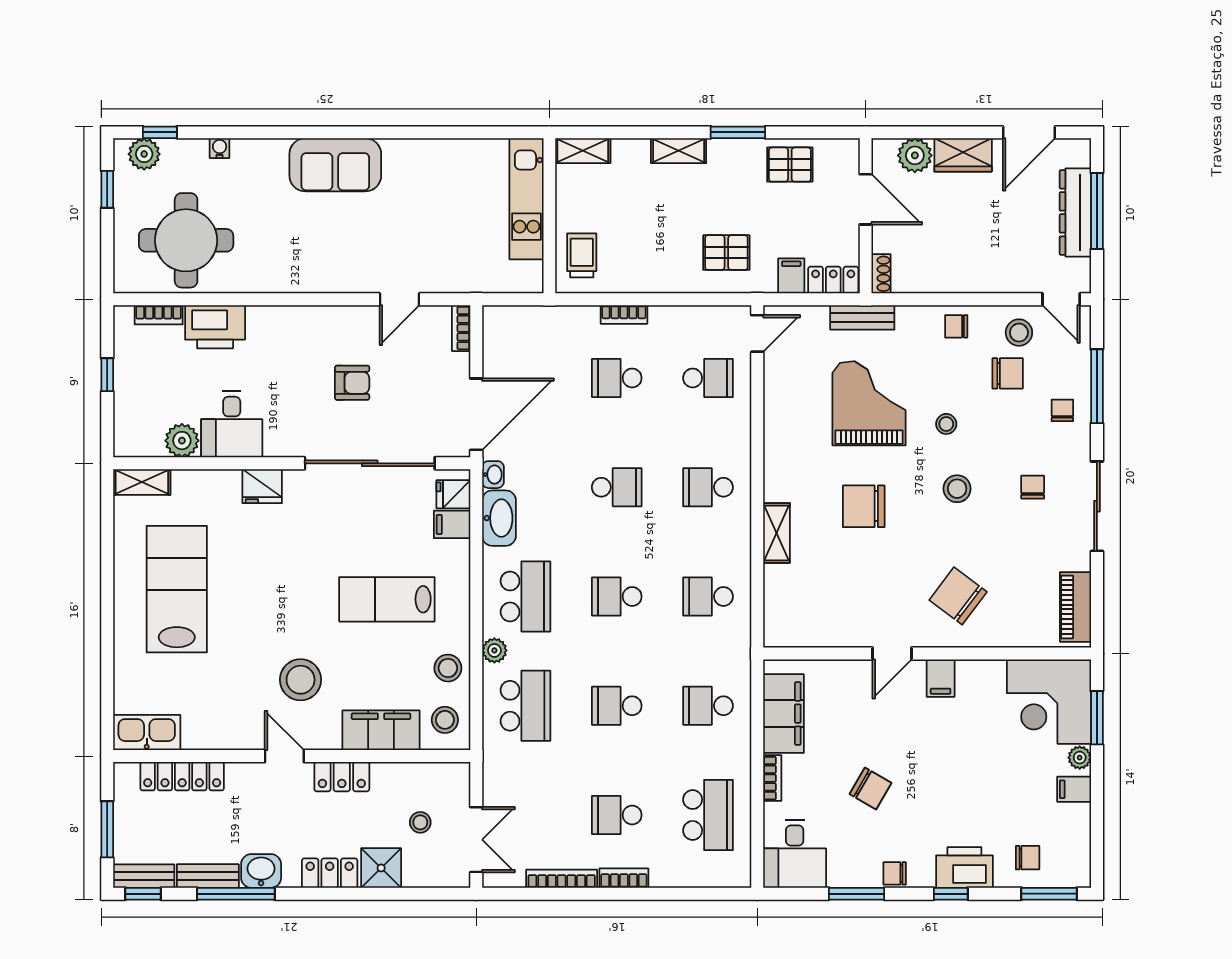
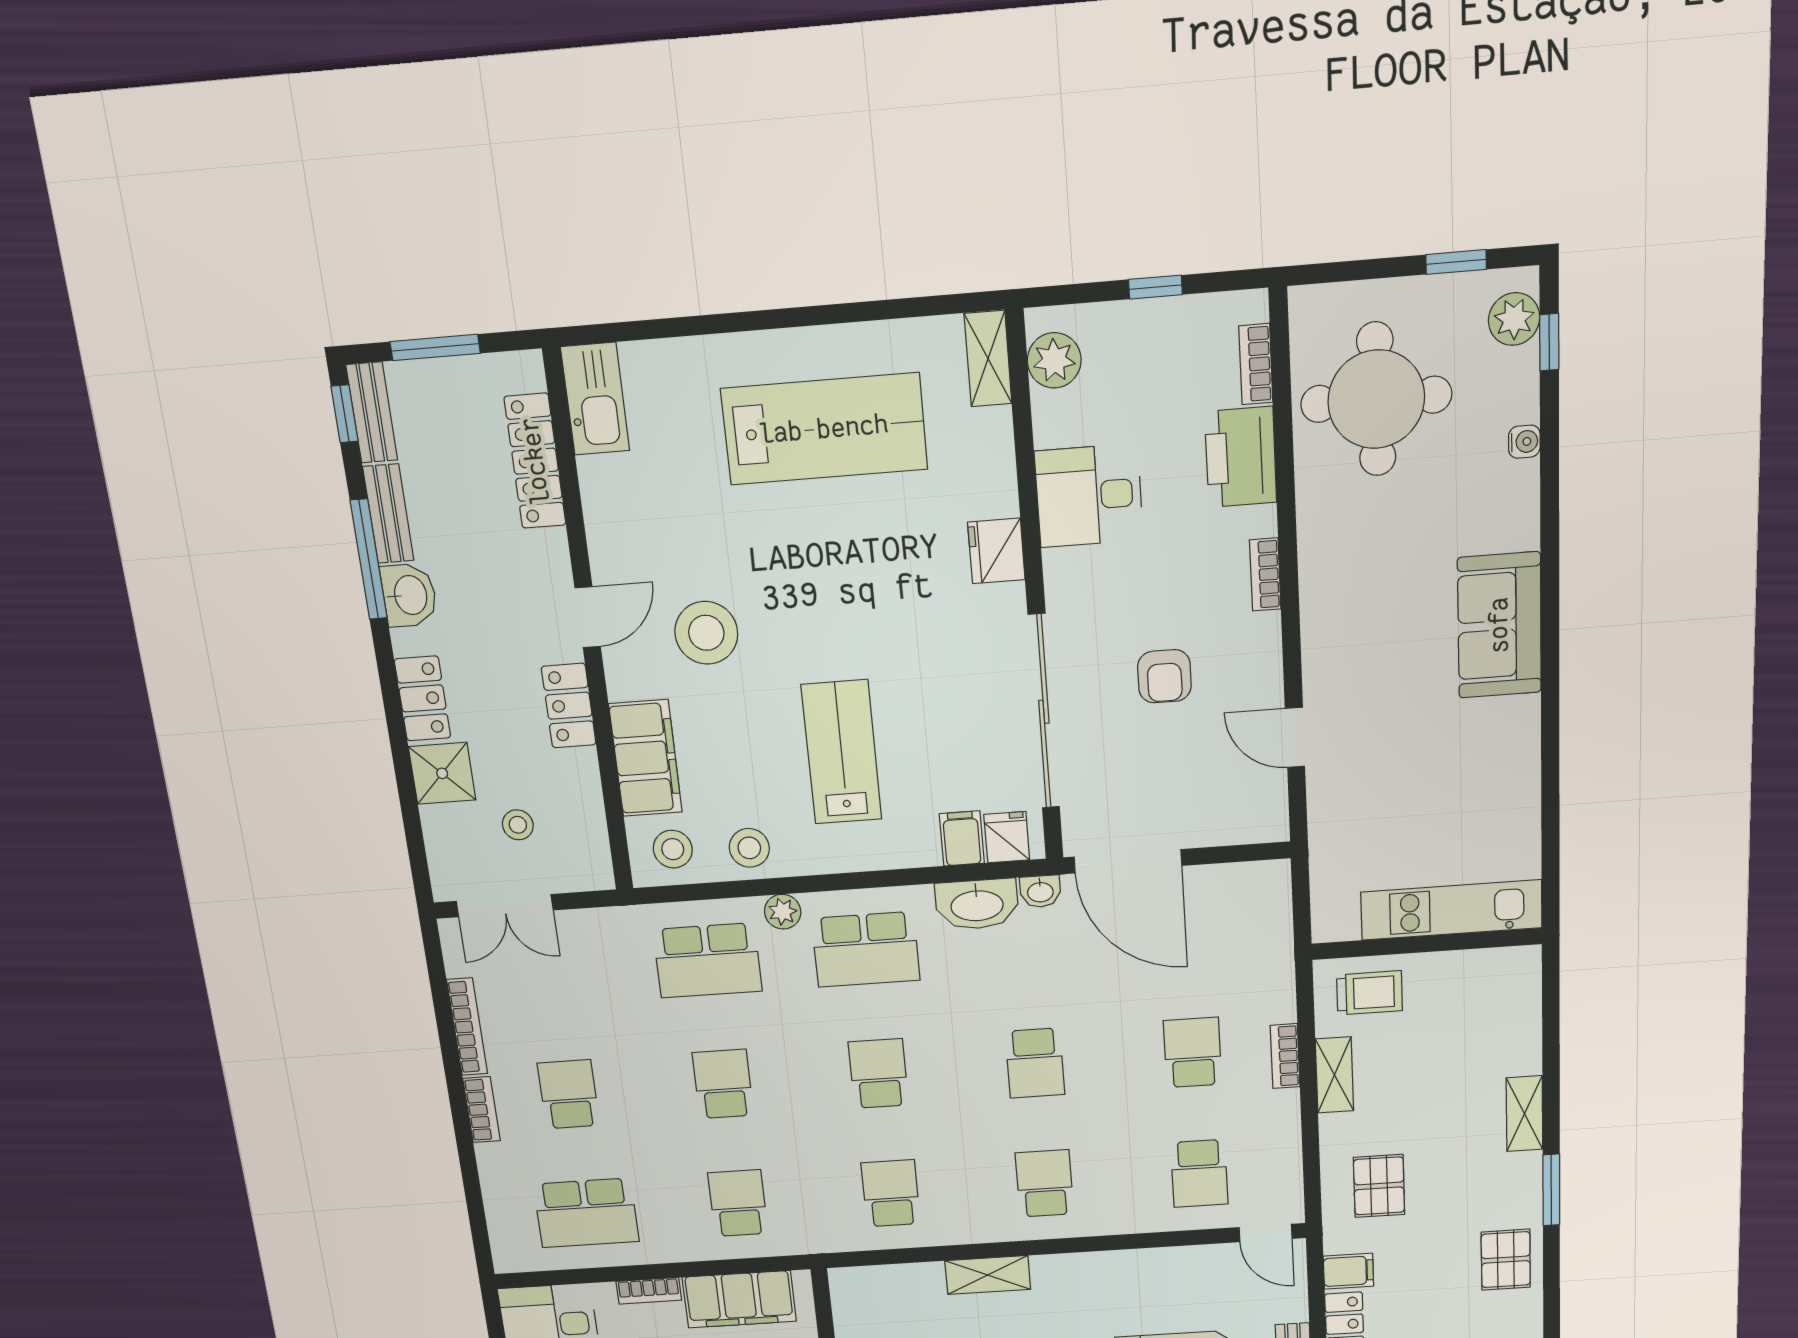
shelving: (583, 151) -> (1334, 1075), moved
bookcase: (461, 328) -> (1265, 574), moved, turned -90
plant: (182, 441) -> (1054, 360), moved

